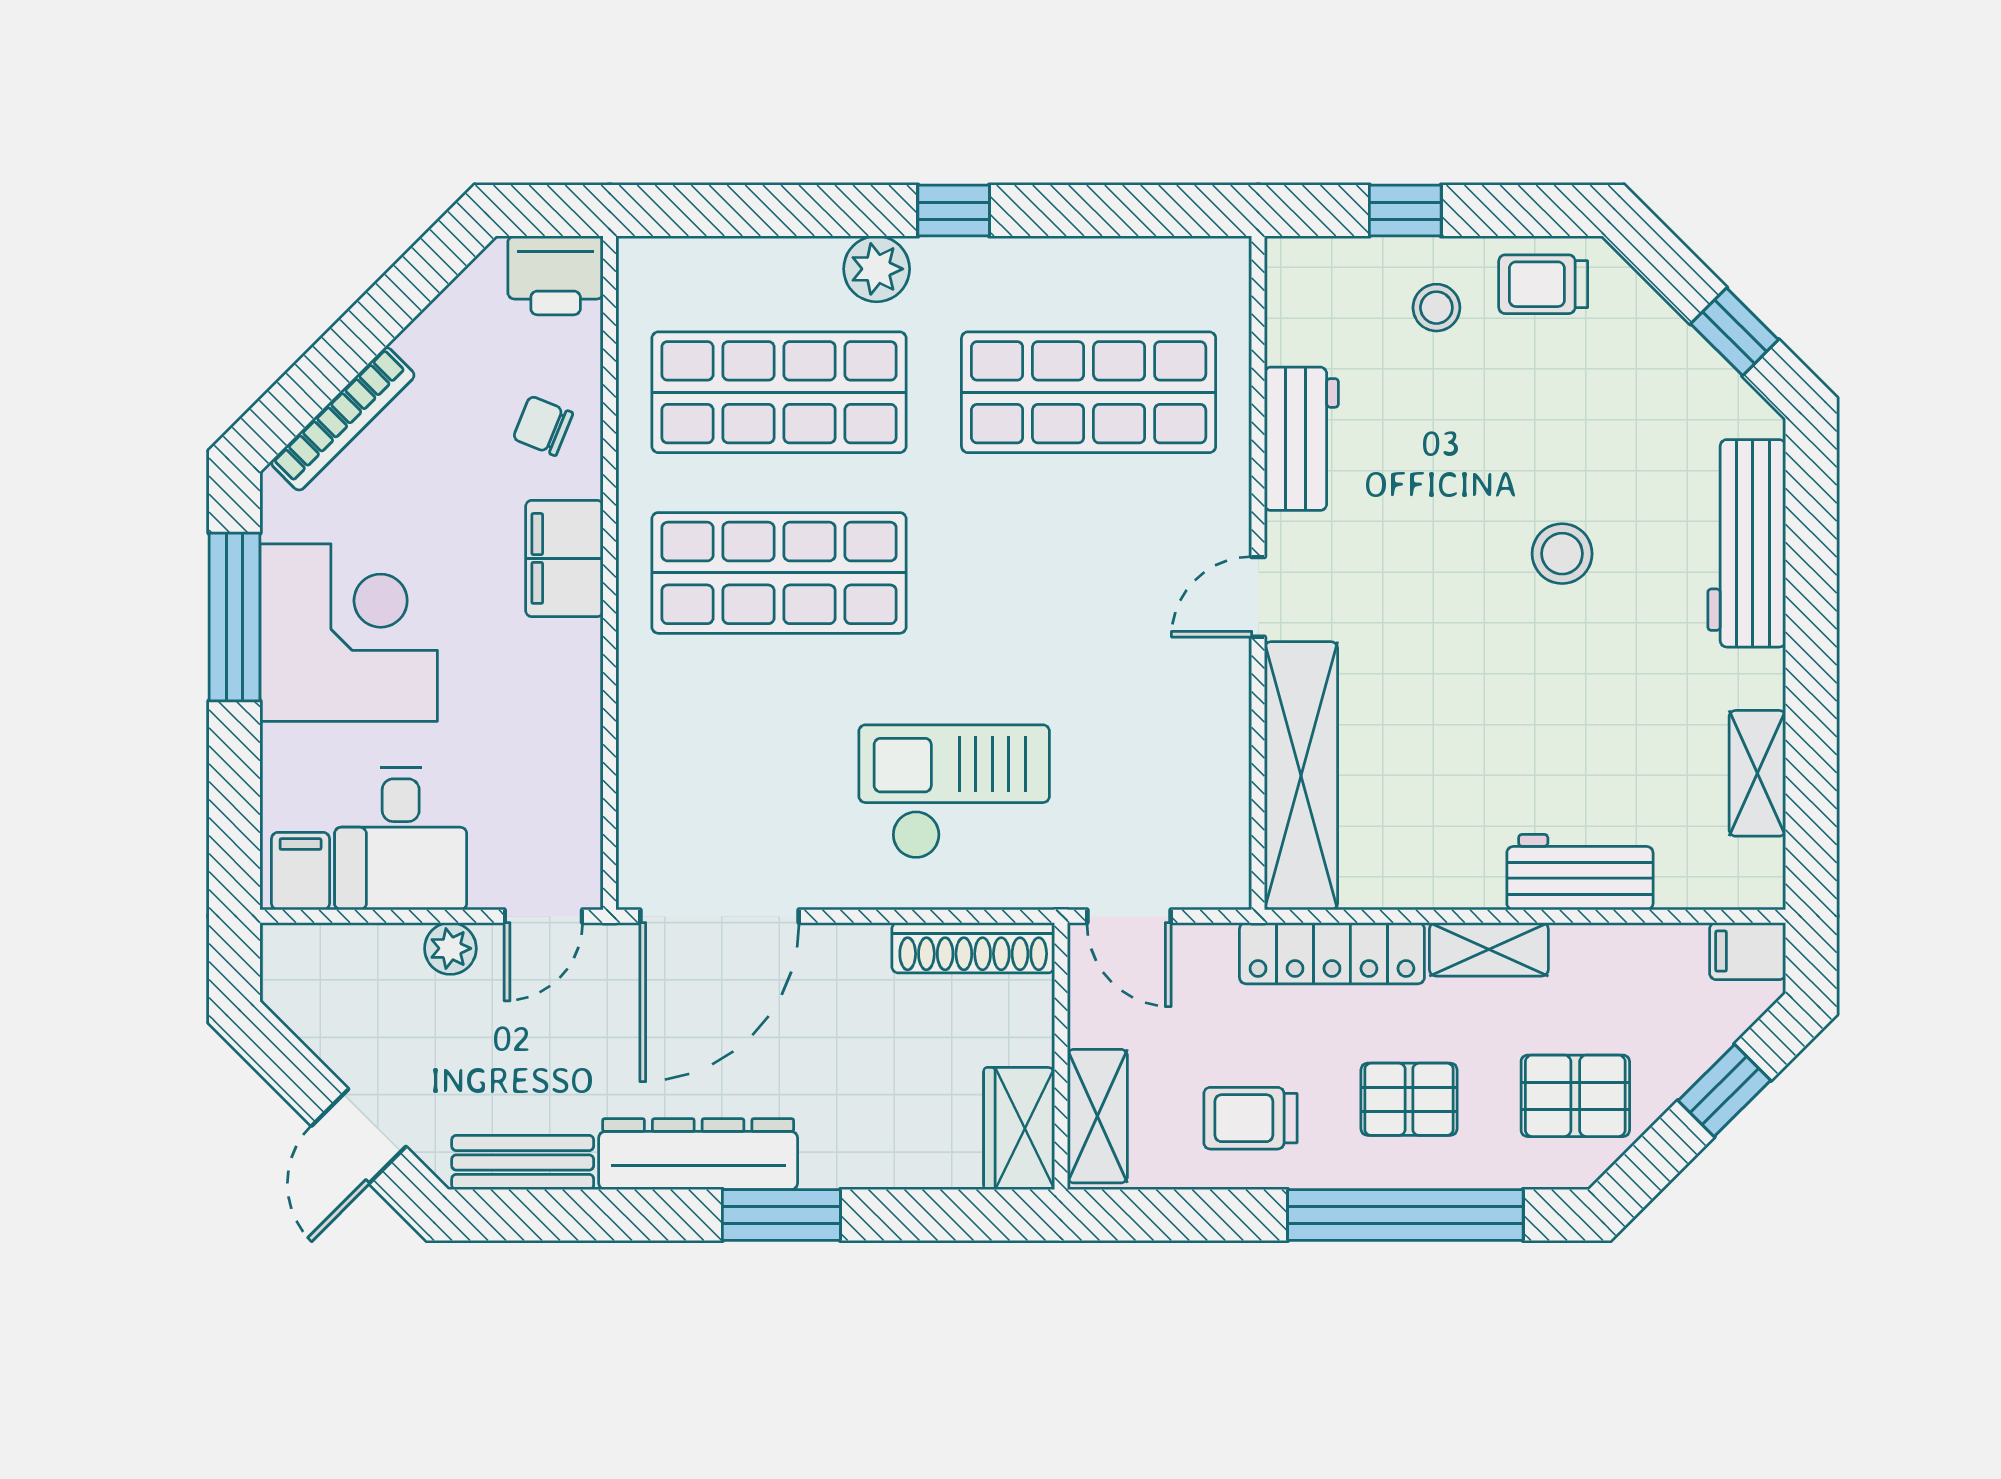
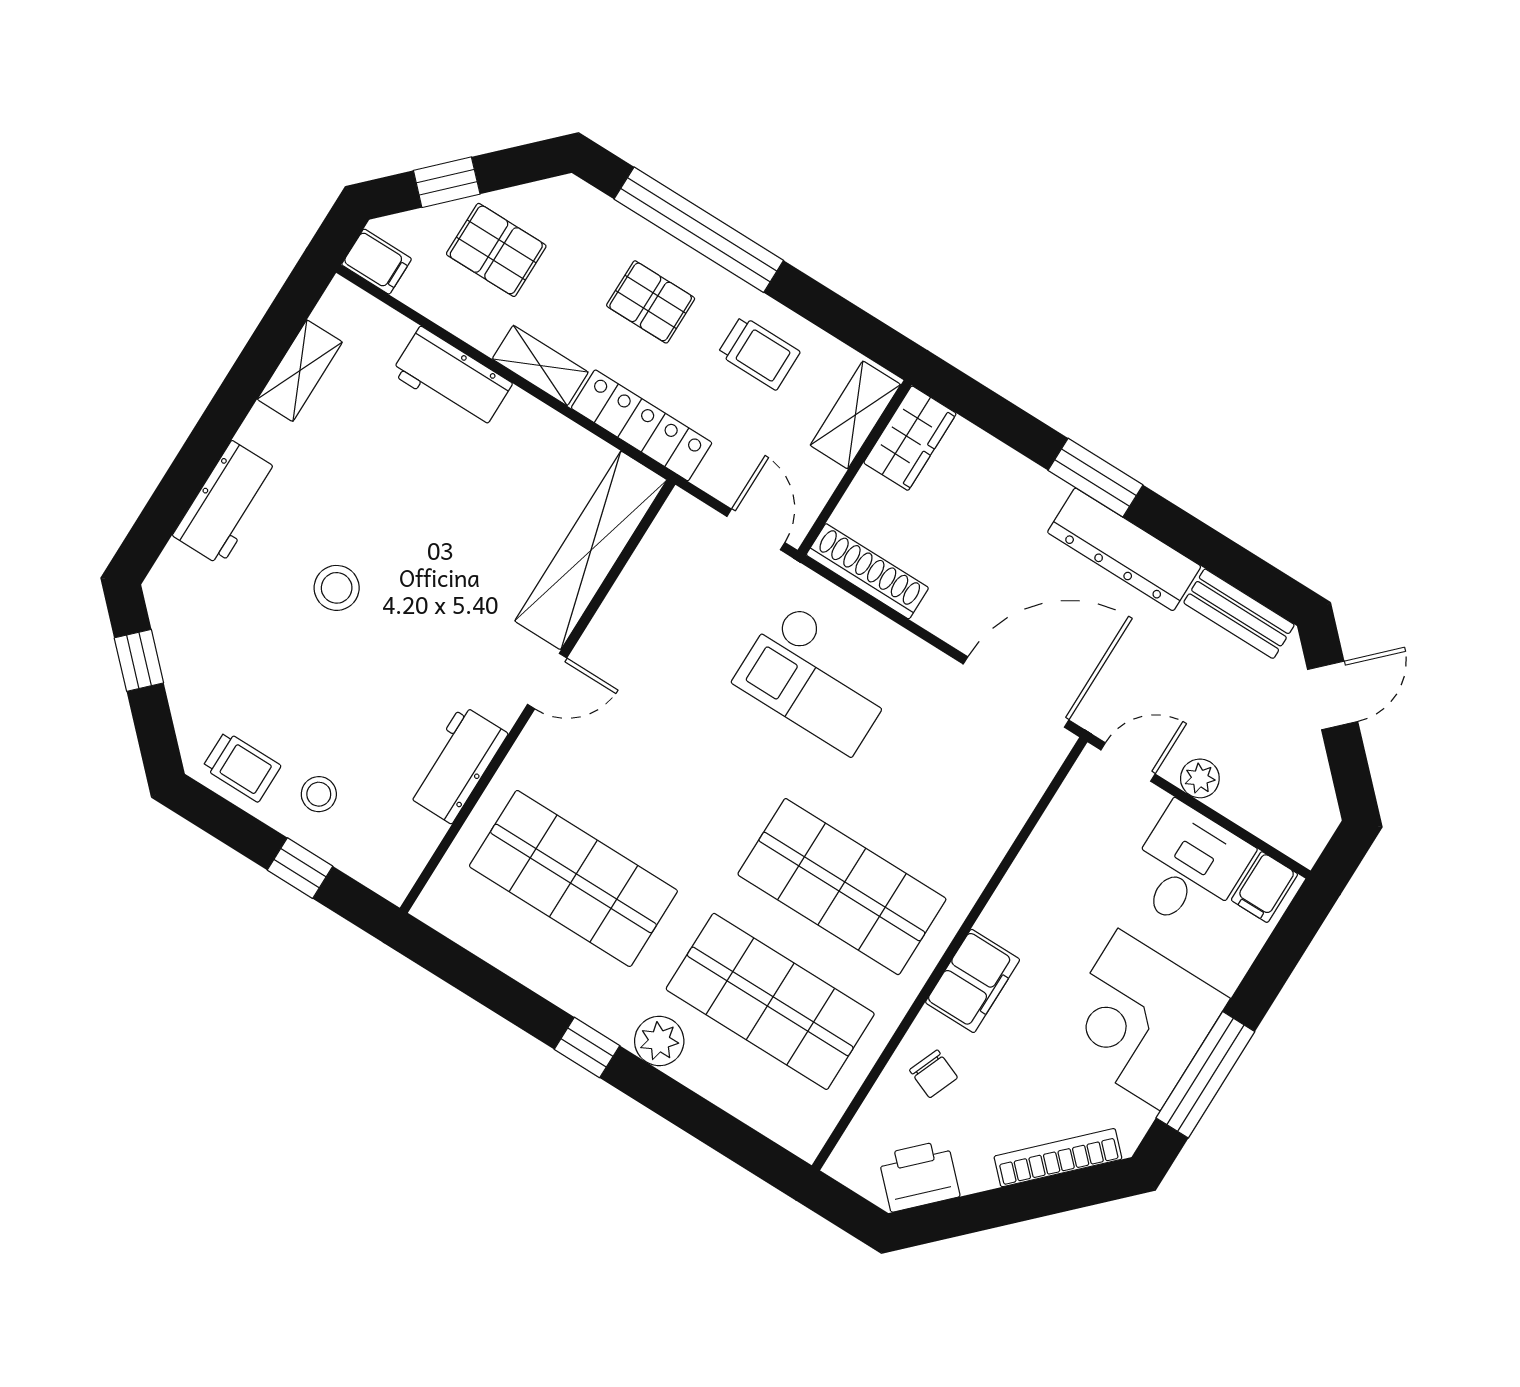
printer: (556, 275) -> (919, 1176), moved, turned -45
workbench: (1747, 543) -> (226, 503), width x0.73
pallet: (1575, 1096) -> (496, 250), moved

